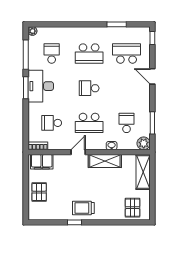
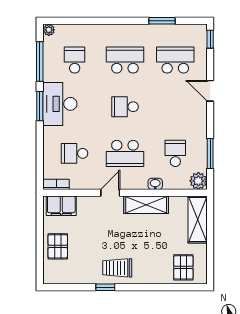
school desk: (89, 54) -> (125, 60), turned 180

